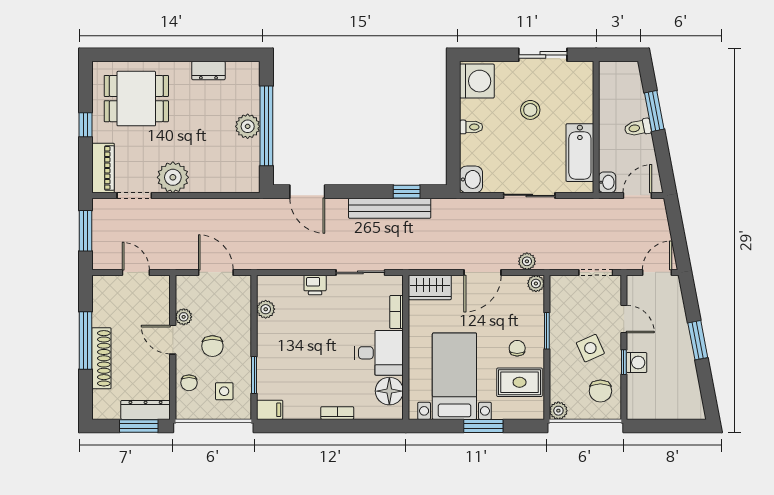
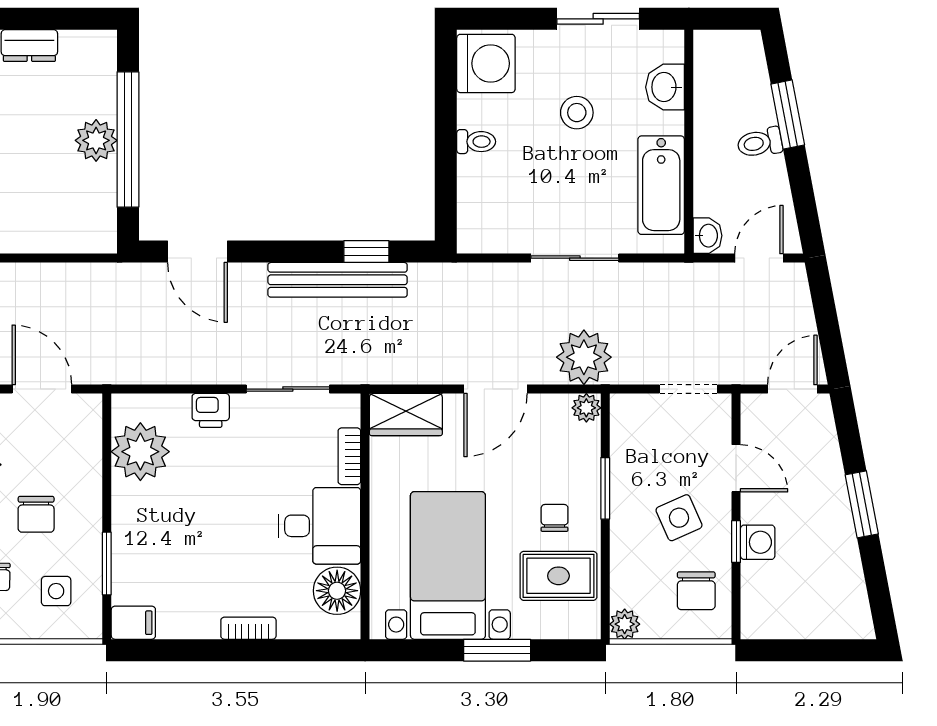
washbasin: (471, 179) -> (665, 87), moved, turned 180
plant: (527, 261) -> (584, 357), width x1.88, depth x1.88
plant: (266, 309) -> (140, 452), width x1.87, depth x1.87

